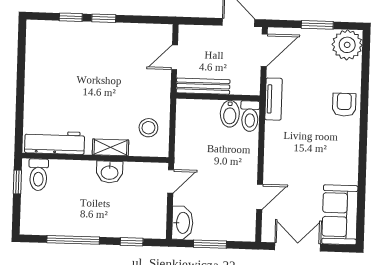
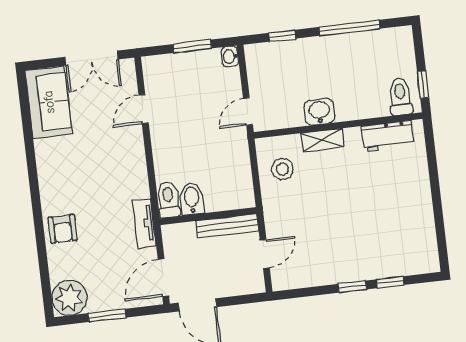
workbench: (55, 143) -> (387, 136), width x0.73
washbasin: (182, 223) -> (230, 56), width x0.52, depth x0.69

